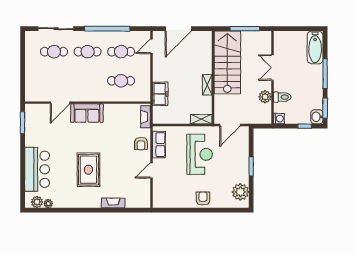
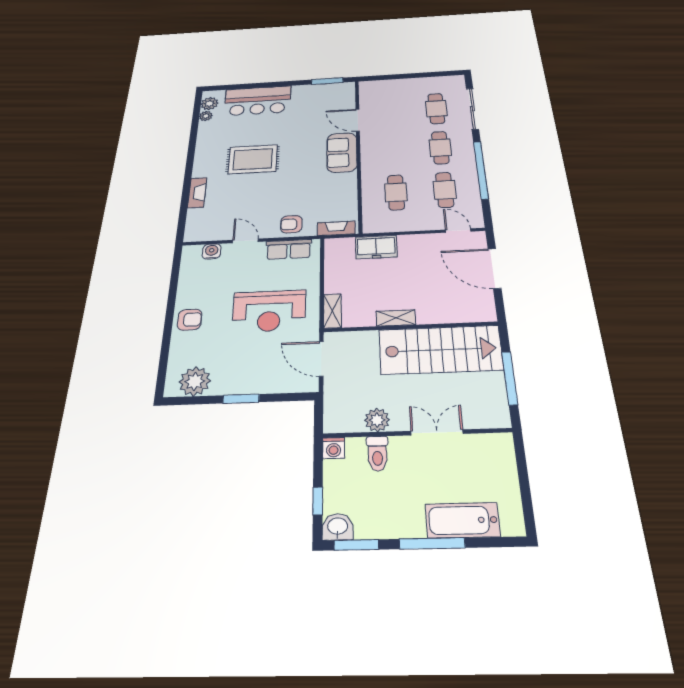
bathtub: (315, 47) -> (462, 520), moved
water cooler: (158, 190) -> (212, 251), added

